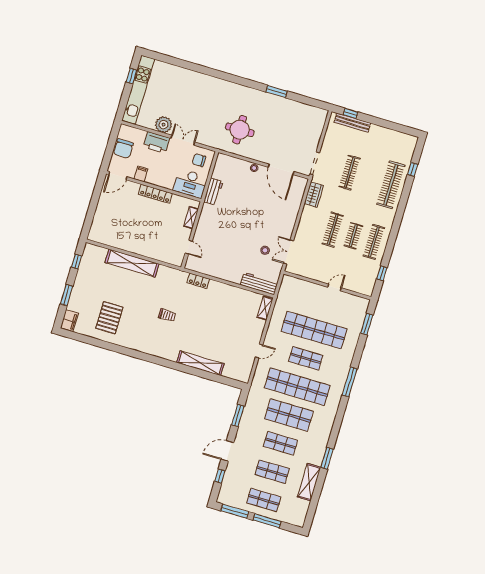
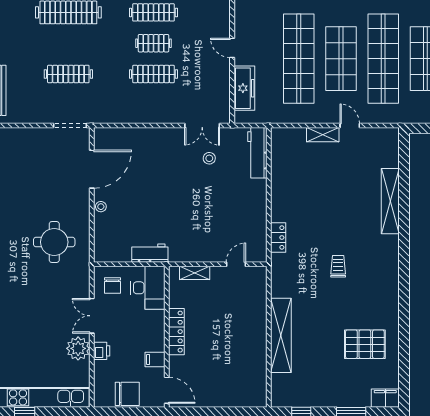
printer: (157, 143) -> (102, 351), width x0.53, depth x0.68
wardrobe: (314, 195) -> (113, 114), removed
freezer: (305, 288) -> (244, 88), added
shelving: (265, 308) -> (323, 135), moved
shop shelf: (306, 358) -> (341, 59), width x1.43, depth x1.36

